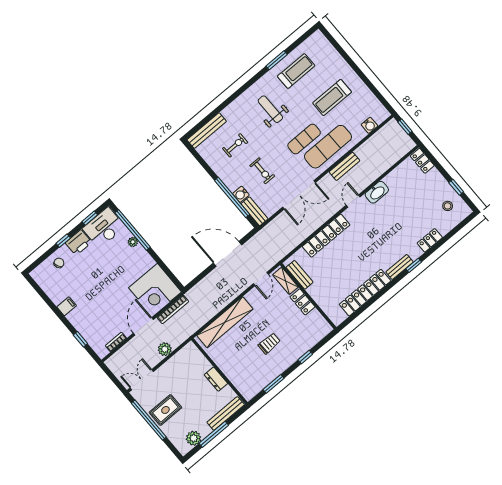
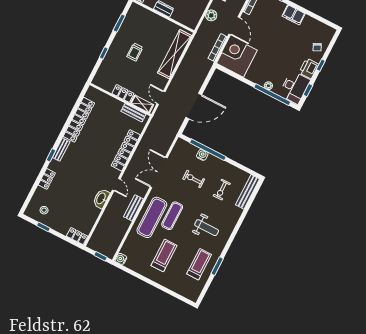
treadmill: (296, 71) -> (199, 264), turned 180
water cooler: (369, 125) -> (121, 259), moved
bench: (255, 211) -> (187, 146), removed
filing cabinet: (67, 306) -> (294, 15), width x2.00

